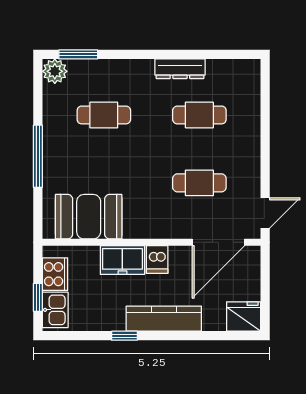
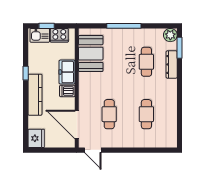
dresser: (180, 69) -> (172, 64), moved

